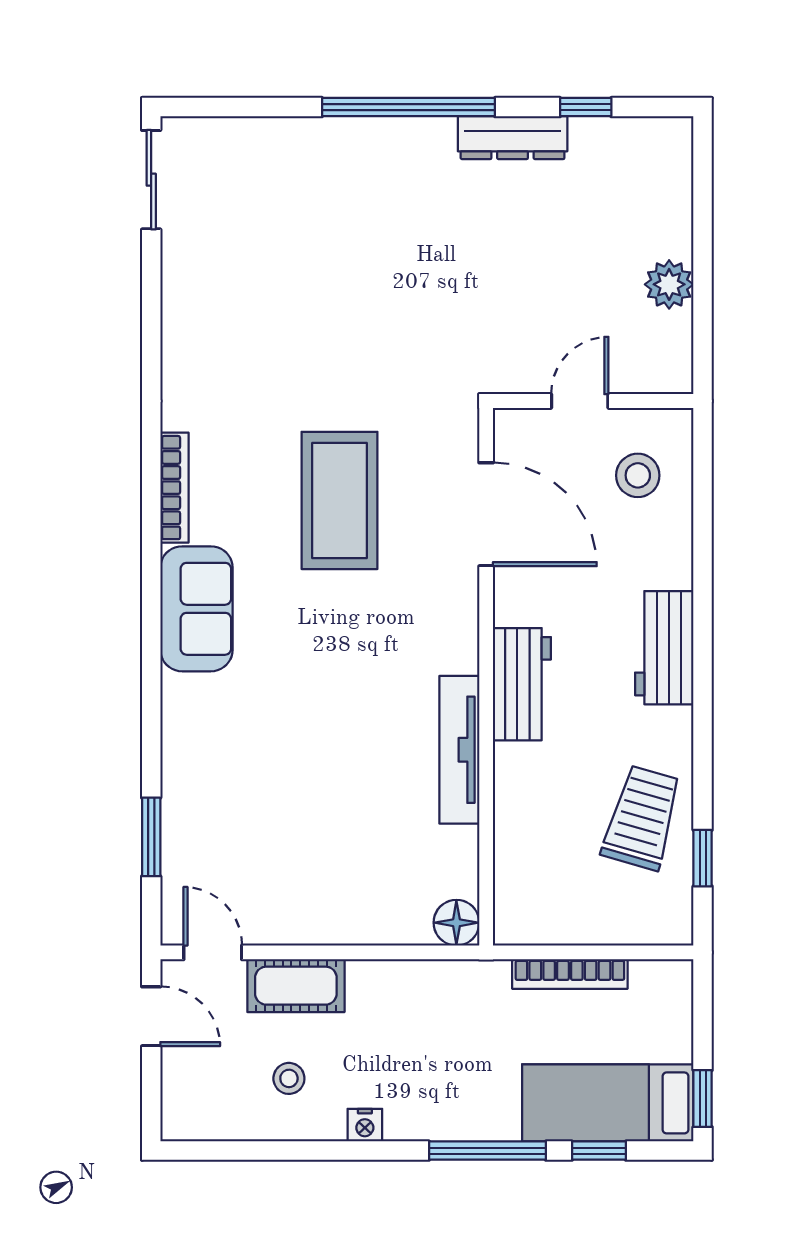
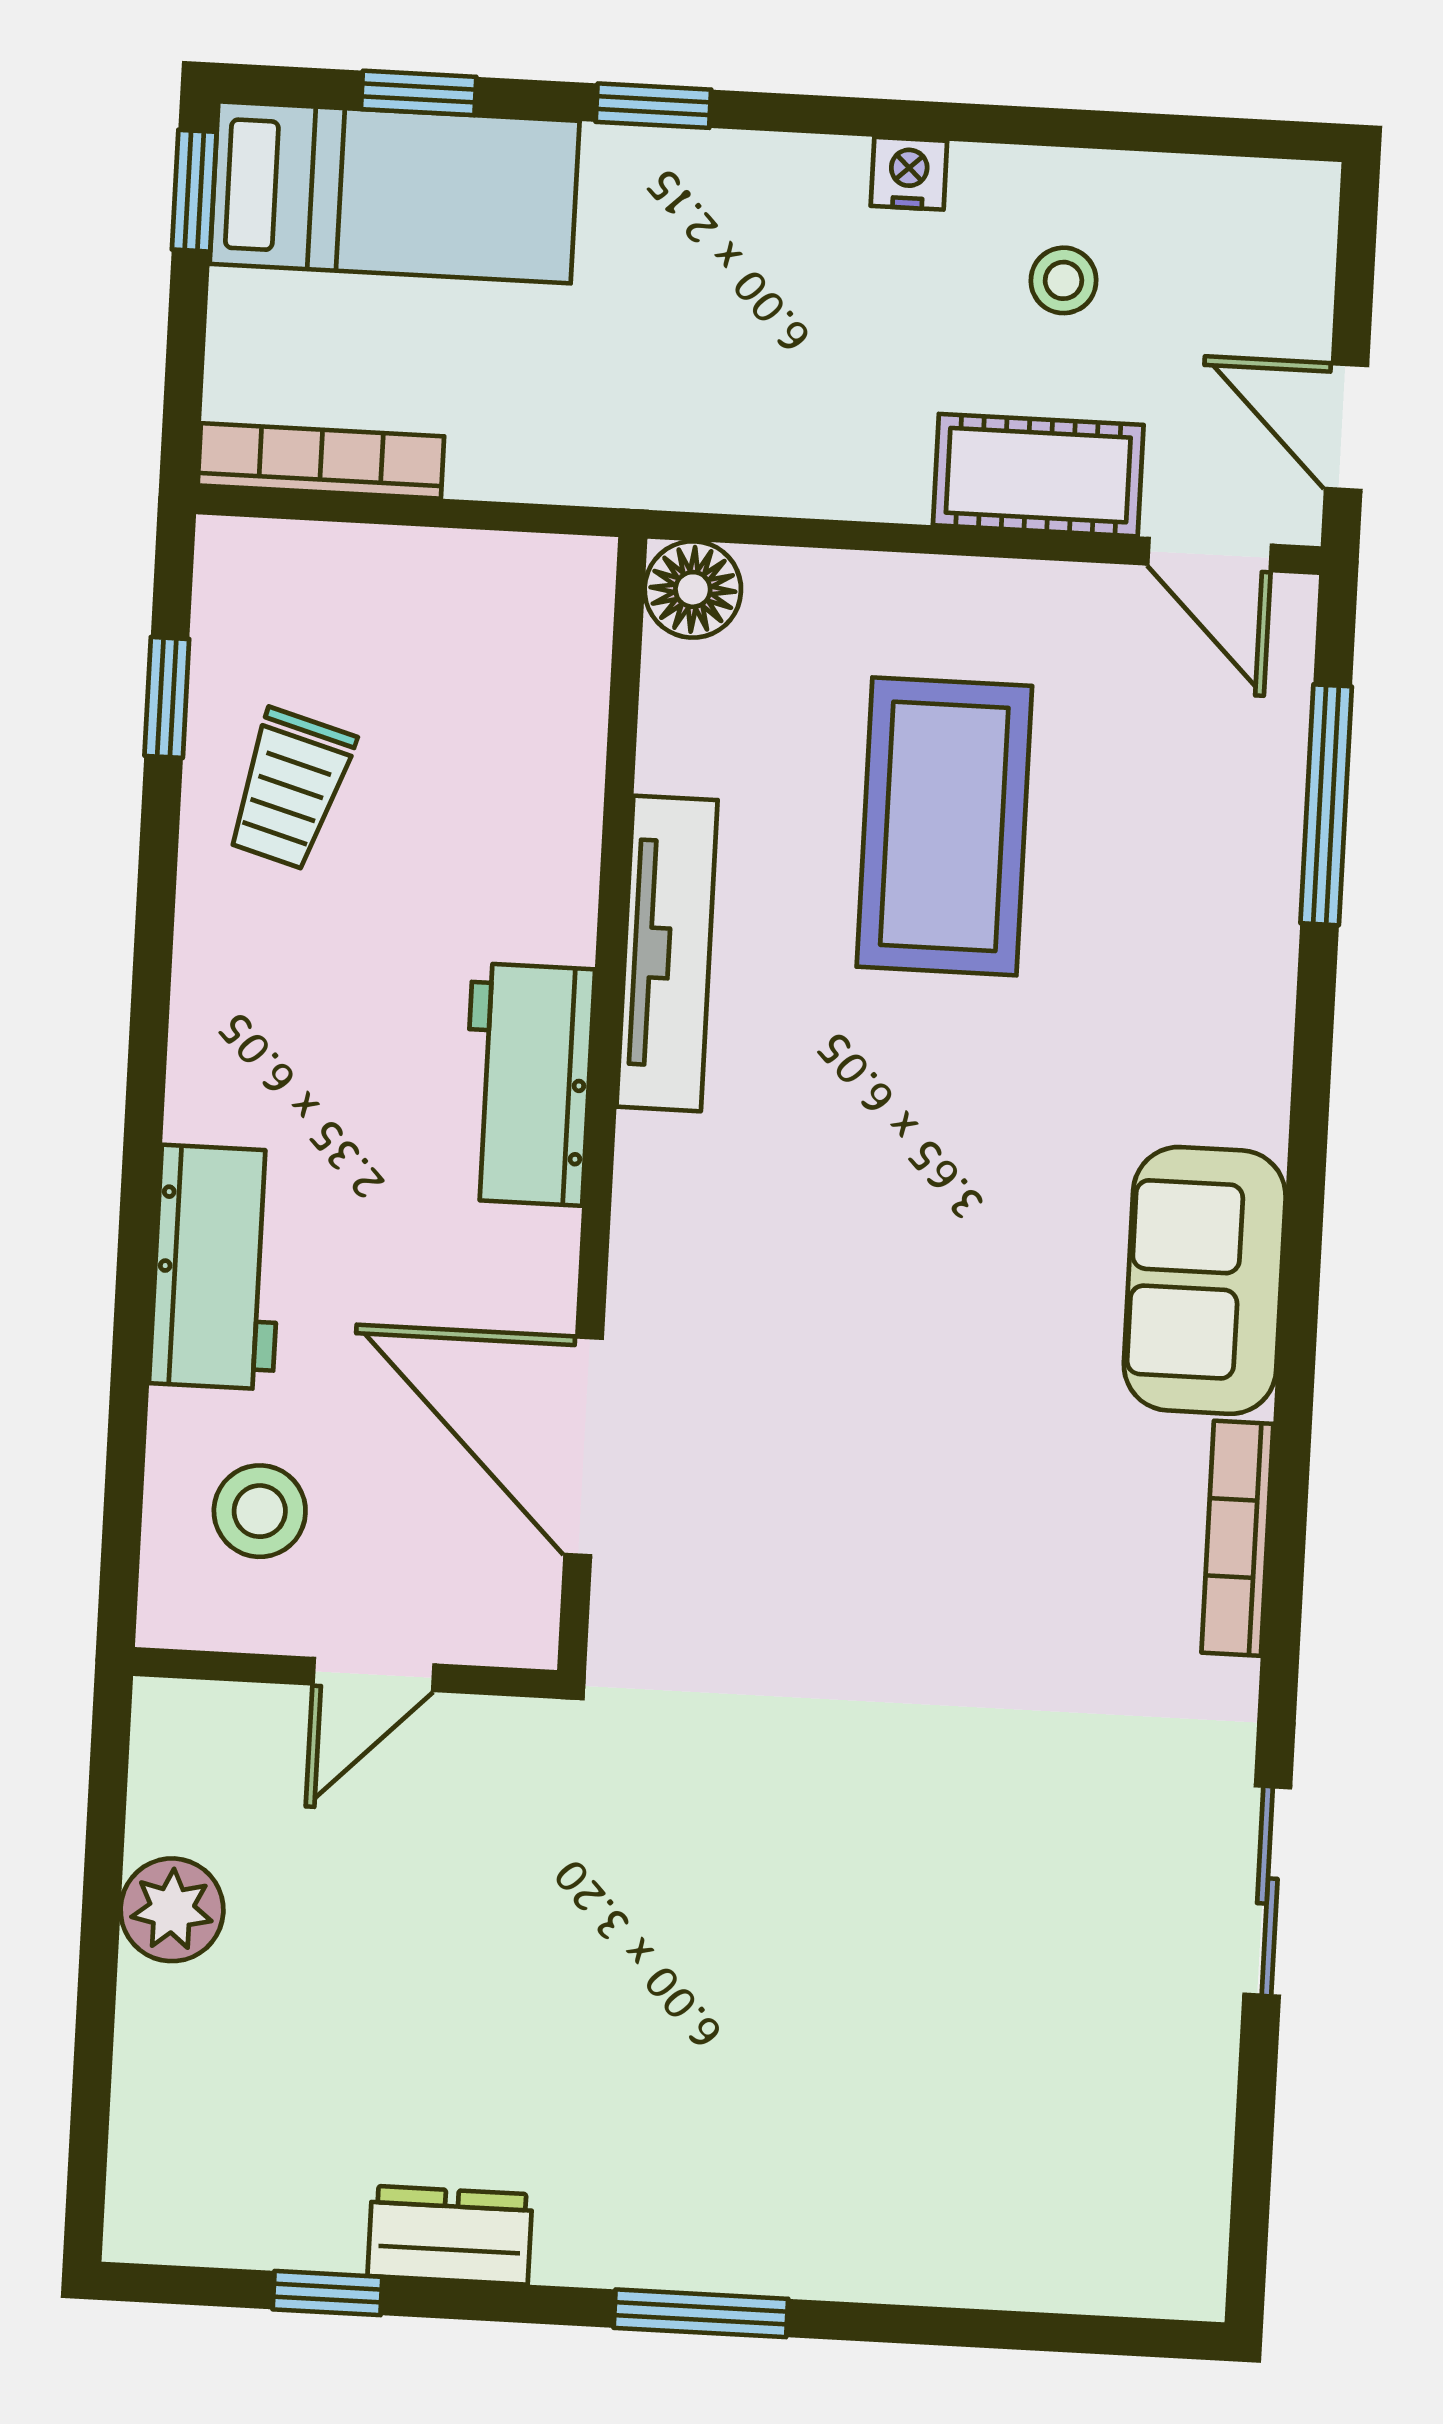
window: (408, 107) -> (701, 2313), width x0.47
dresser: (513, 138) -> (450, 2235), width x0.70
sliding door: (151, 180) -> (1267, 1891), moved
coffee table: (340, 500) -> (944, 826), moved
workbench: (664, 648) -> (217, 1267), moved
trolley: (642, 818) -> (290, 789), width x0.73, depth x0.72
window: (151, 837) -> (1326, 805), width x1.44
bookcase: (570, 974) -> (321, 461), moved
window: (487, 1151) -> (653, 106), width x0.46

